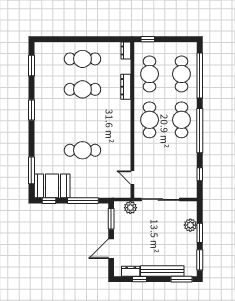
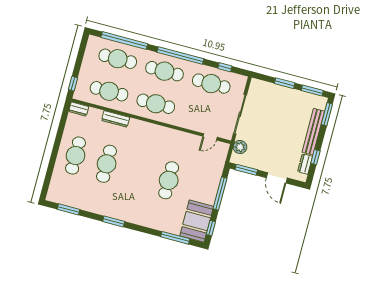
cafe table: (181, 166) -> (211, 84), added
plant: (190, 225) -> (274, 91), removed

